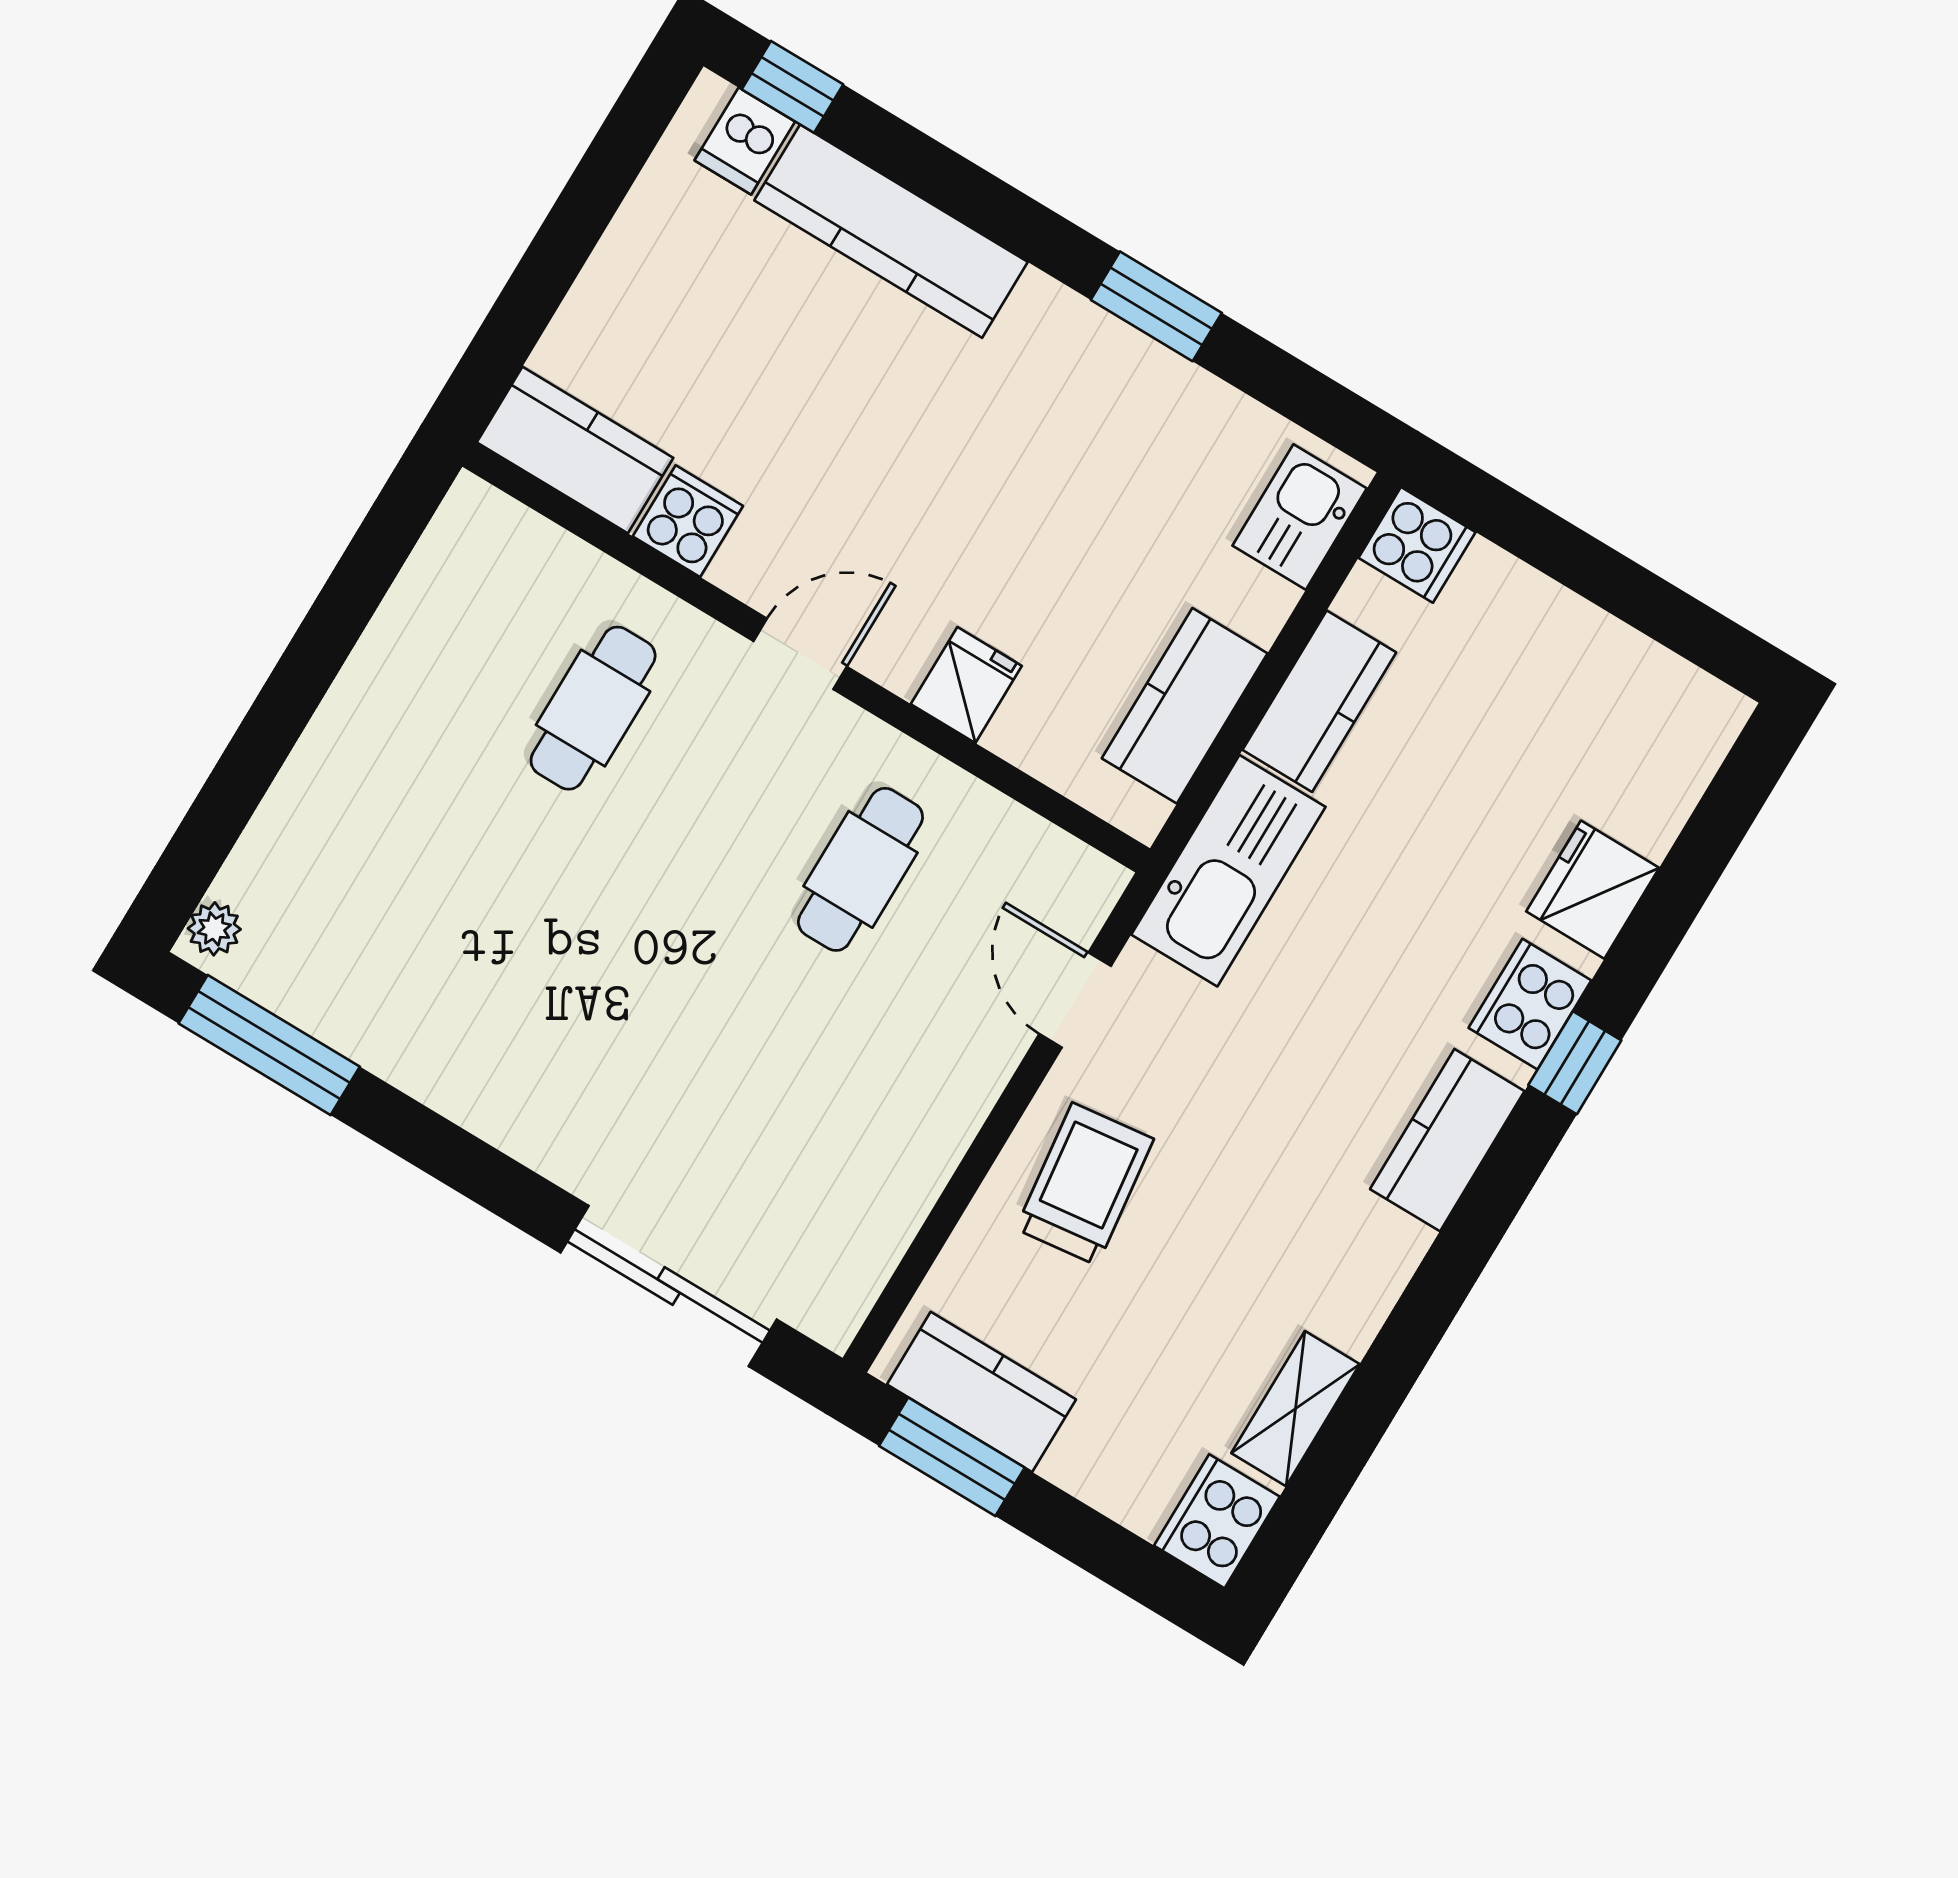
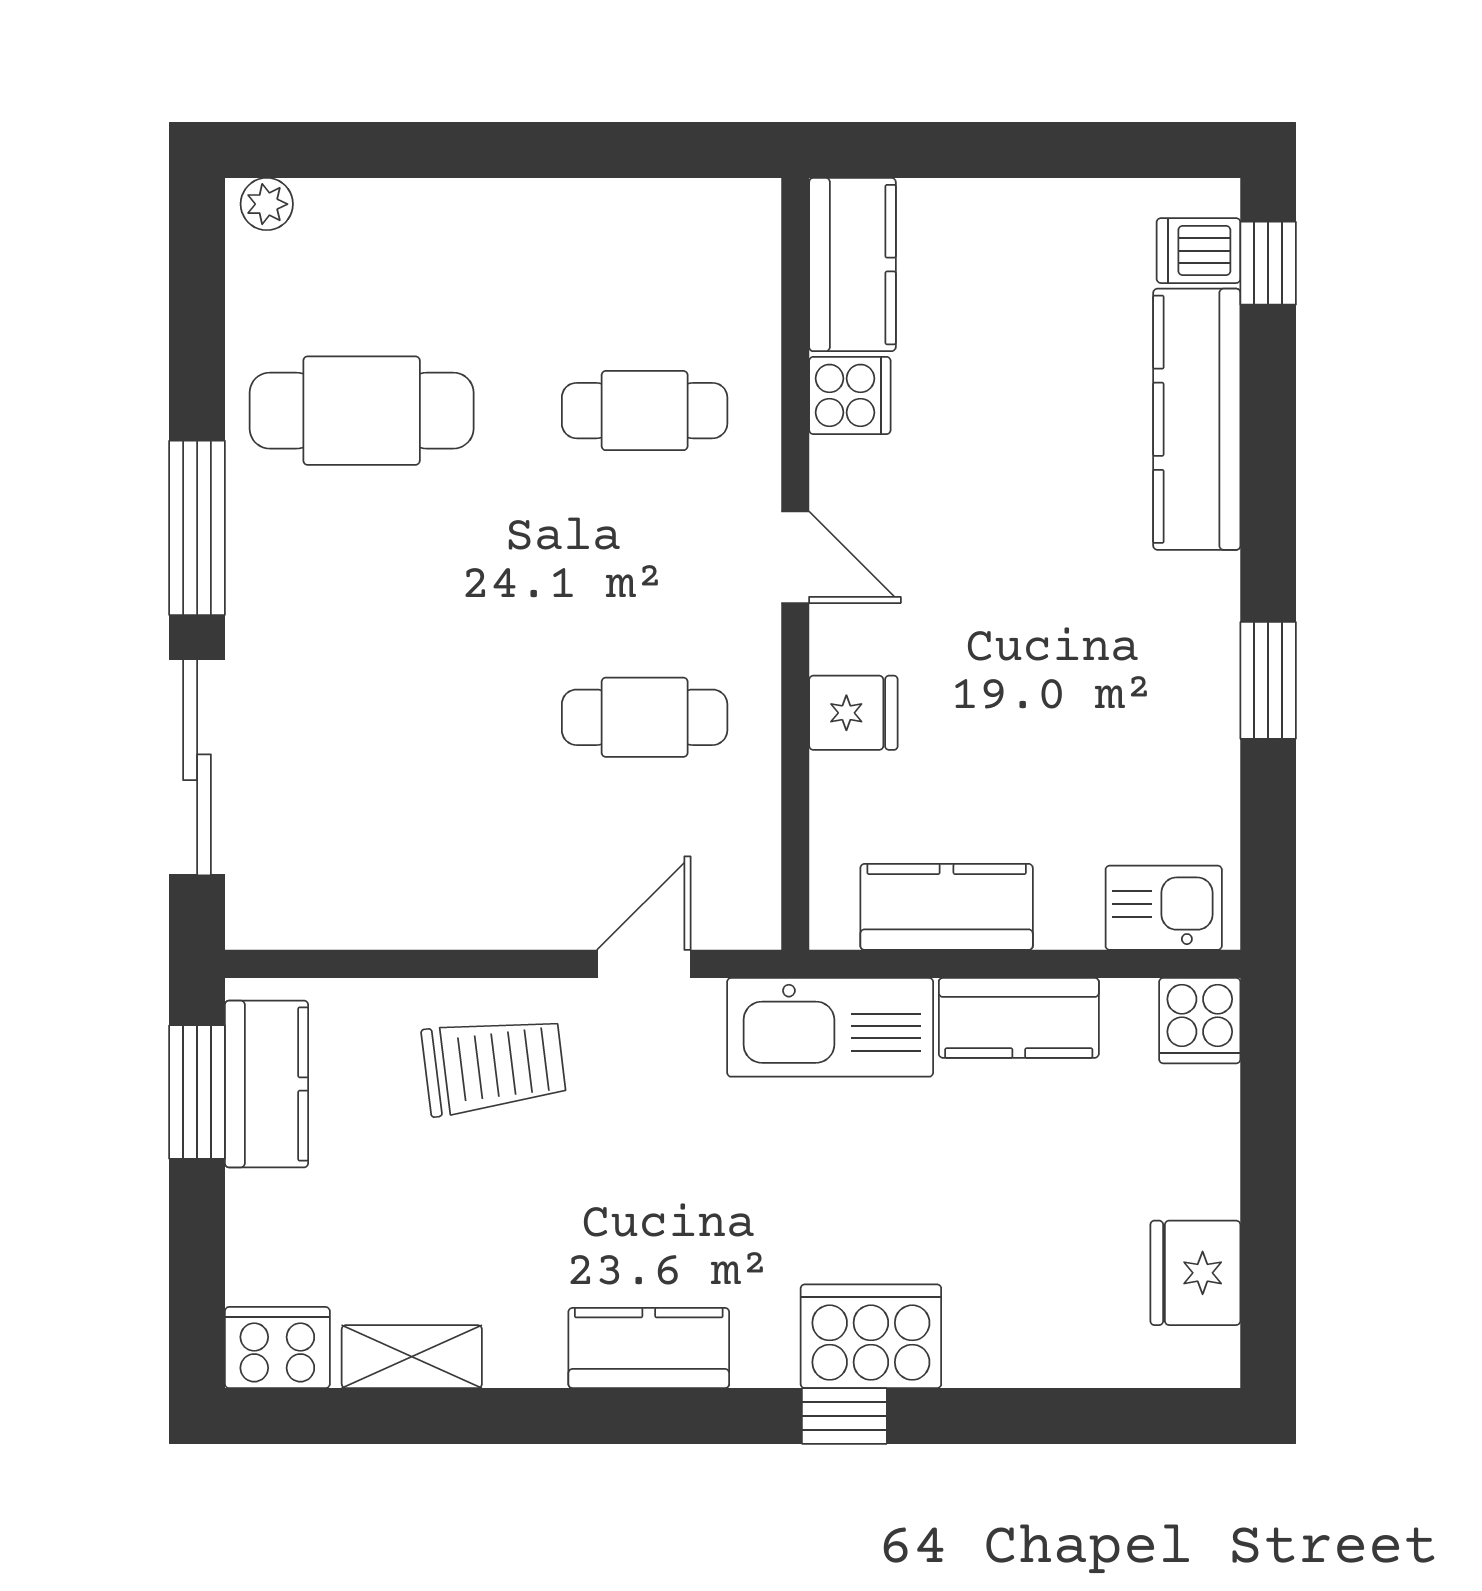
fridge: (1593, 890) -> (1195, 1273), moved, turned -90
cafe table: (444, 955) -> (362, 411), added
cooker: (1530, 1004) -> (871, 1336), width x1.37, depth x1.31
window: (269, 1045) -> (197, 528), moved
kitchen counter: (1447, 1140) -> (649, 1348), moved

